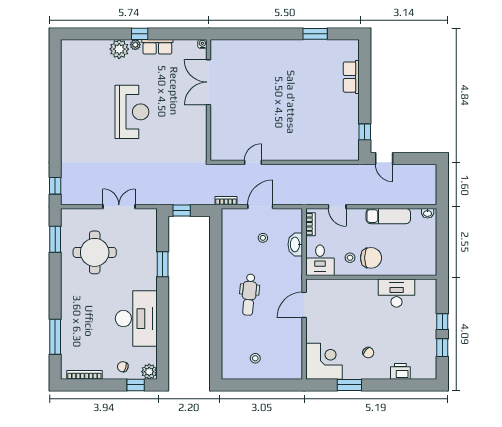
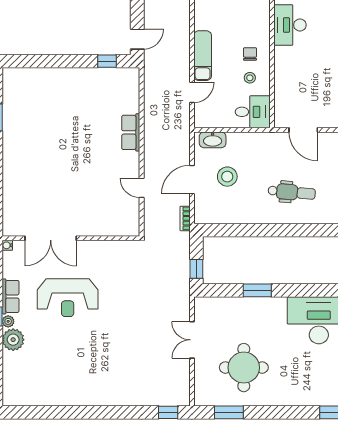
row of seats: (351, 77) -> (131, 132), moved, turned 90
reception desk: (132, 112) -> (68, 298), moved, turned 180
door: (260, 207) -> (192, 180), hinge flipped
exam couch: (388, 216) -> (203, 56), moved
bookcase: (310, 224) -> (212, 123), removed
stool: (263, 238) -> (227, 177), width x1.89, depth x1.89
washbasin: (295, 244) -> (213, 140), moved
chair: (371, 258) -> (250, 54), width x0.54, depth x0.54

